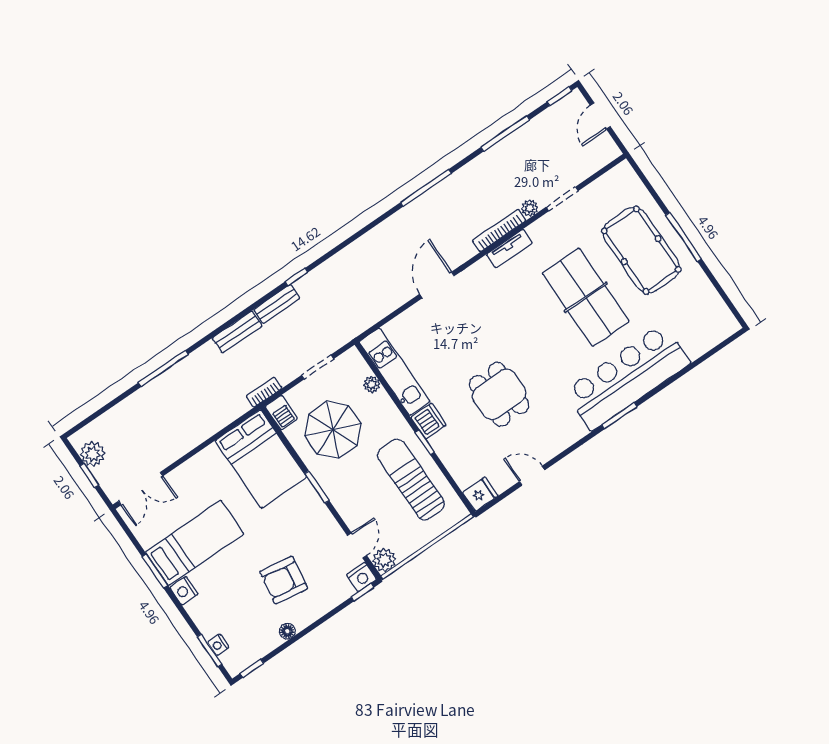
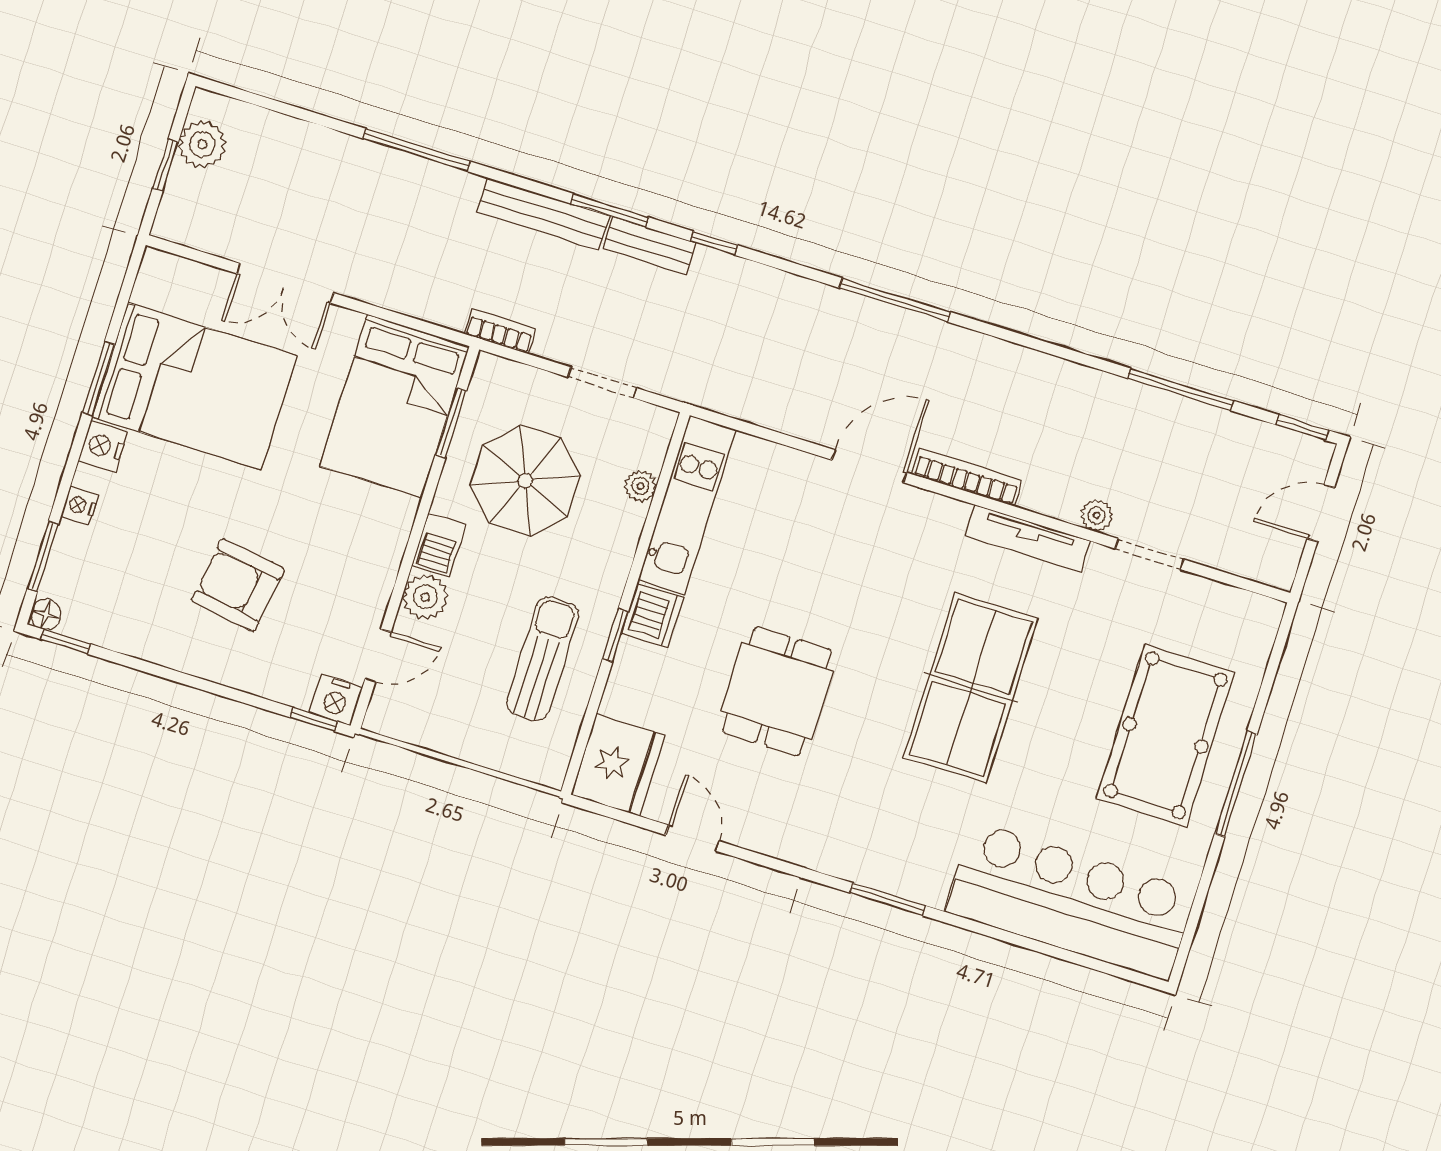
window: (426, 188) -> (895, 300), moved
bookcase: (499, 230) -> (967, 477), moved
tv unit: (509, 249) -> (1028, 538), width x1.41
table tennis table: (586, 297) -> (971, 688), moved
window: (250, 309) -> (610, 210), added
bench: (237, 332) -> (543, 214), width x1.36
bar counter: (627, 377) -> (1071, 901), moved
barbecue: (281, 413) -> (439, 545), moved
sun lounger: (411, 480) -> (542, 659), width x0.73, depth x0.75
window: (317, 487) -> (451, 423), moved
double door: (141, 489) -> (285, 283), moved
fridge: (480, 494) -> (618, 765), width x1.88, depth x1.34
bed: (195, 543) -> (194, 386), width x1.50
plant: (384, 560) -> (425, 597), moved
floor lamp: (287, 631) -> (46, 614), moved
nightstand: (218, 645) -> (80, 506), moved

